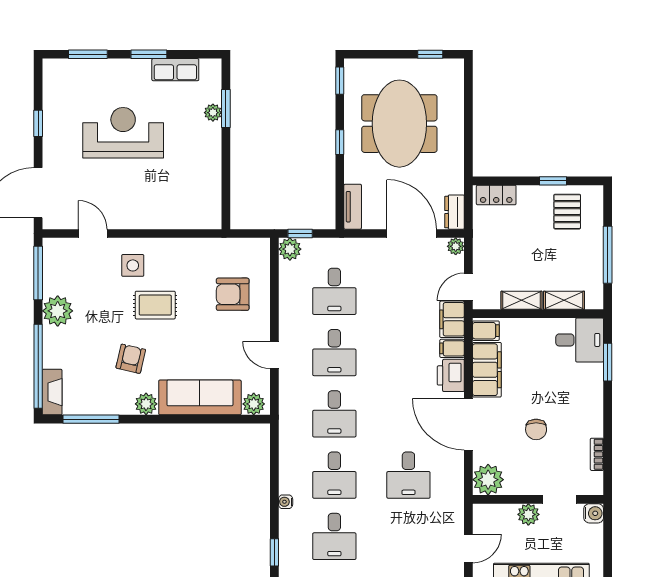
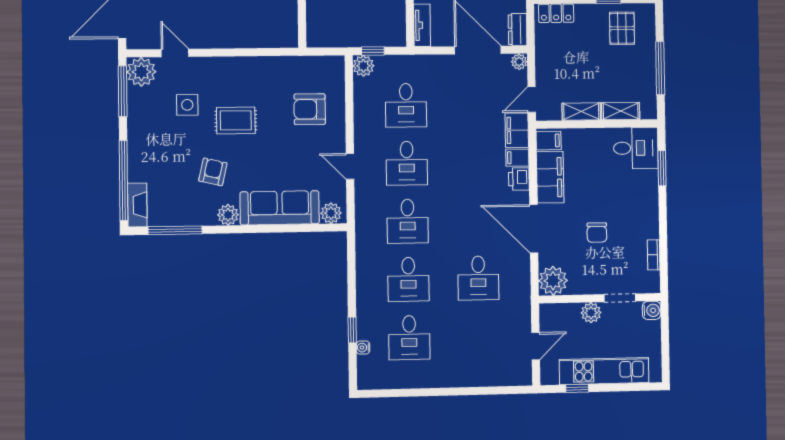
side table: (133, 265) -> (187, 105), moved
plant: (58, 311) -> (141, 72), moved
printer: (451, 375) -> (519, 179), width x0.73, depth x0.81
water cooler: (286, 502) -> (363, 348), moved
window: (274, 552) -> (352, 330), moved

